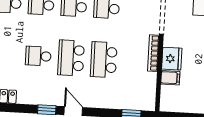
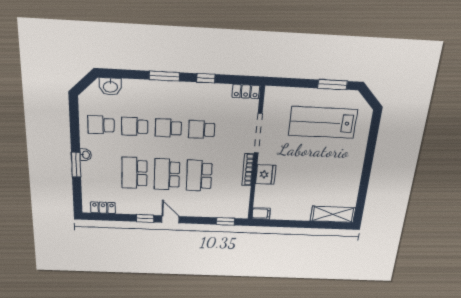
school desk: (38, 56) -> (135, 173), width x1.85
filing cabinet: (170, 78) -> (261, 214), moved

